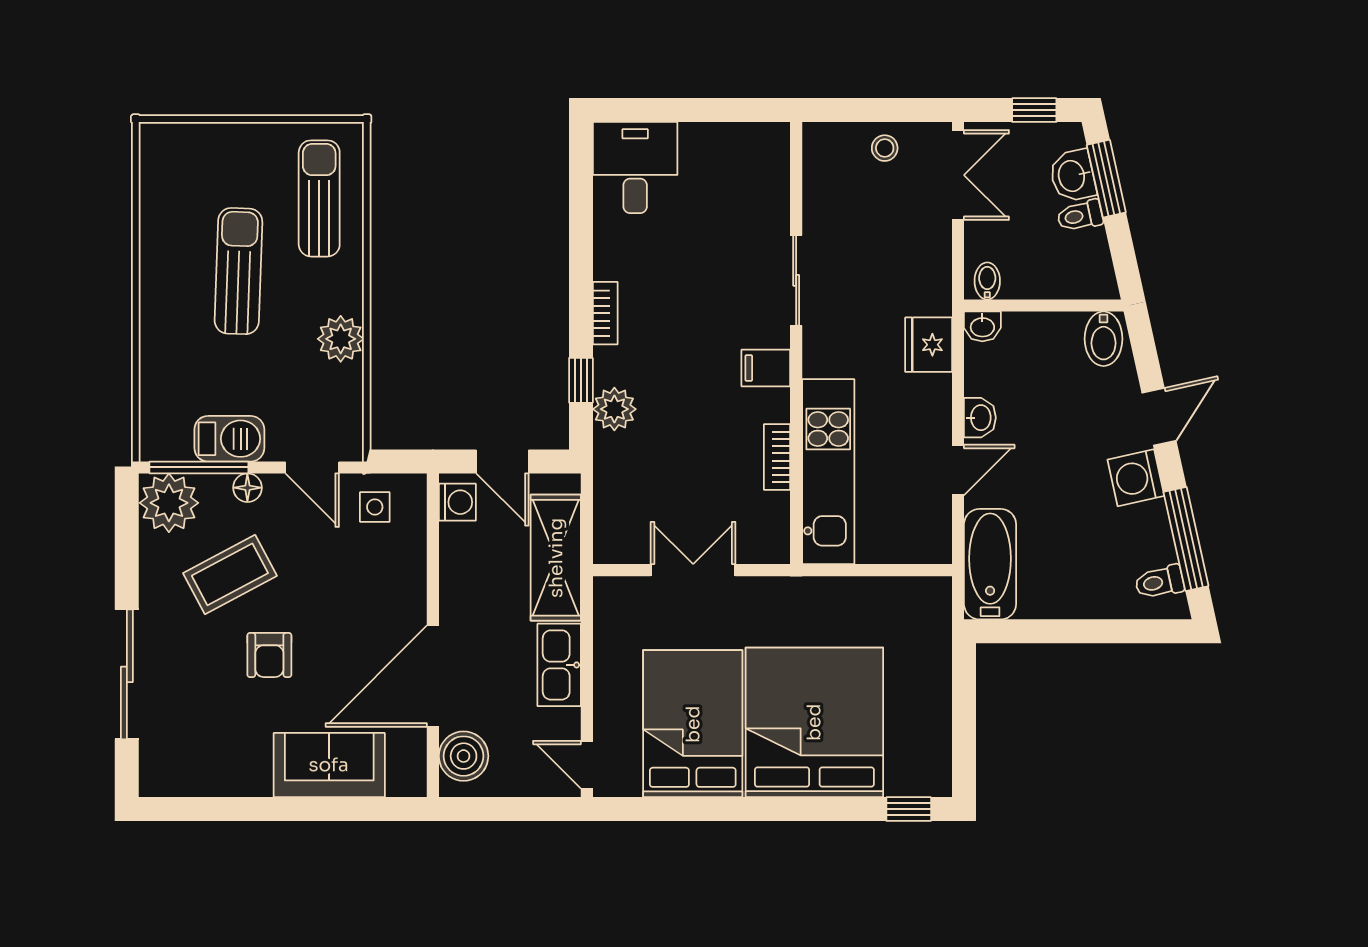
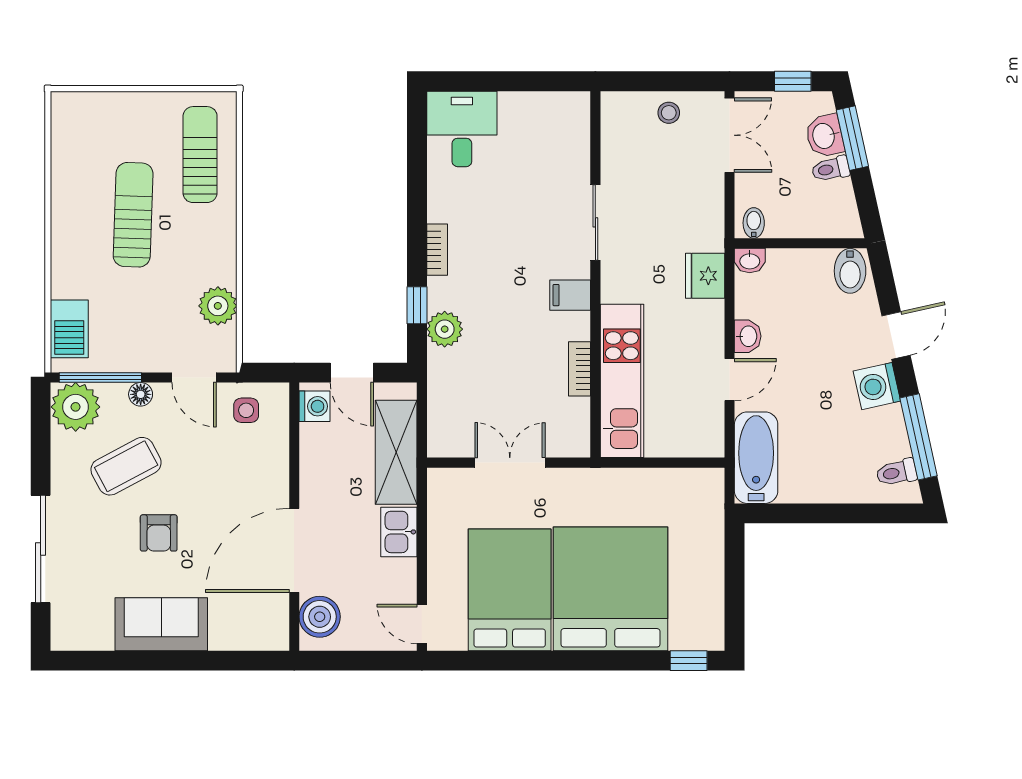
plant: (341, 339) -> (218, 306), moved
barbecue: (229, 439) -> (69, 329), moved, turned 90
kitchen sink: (559, 665) -> (399, 532), width x0.73
sofa: (329, 765) -> (161, 624), moved

